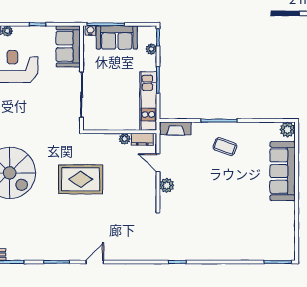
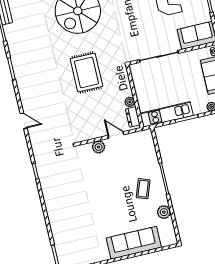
fireplace: (176, 128) -> (149, 143), removed
plant: (287, 130) -> (164, 212), moved
door: (158, 163) -> (116, 135), hinge flipped
door: (95, 262) -> (24, 121), moved

